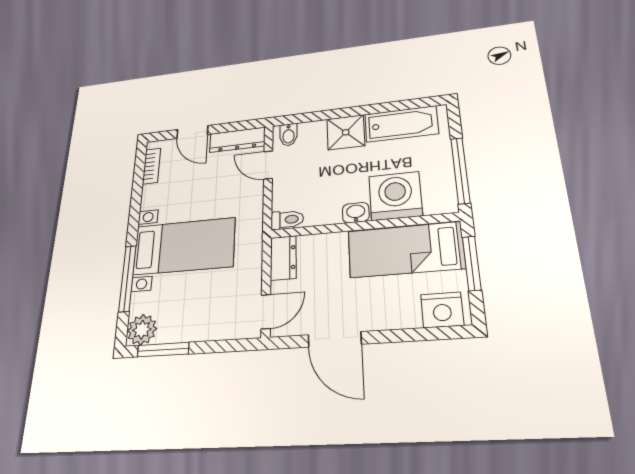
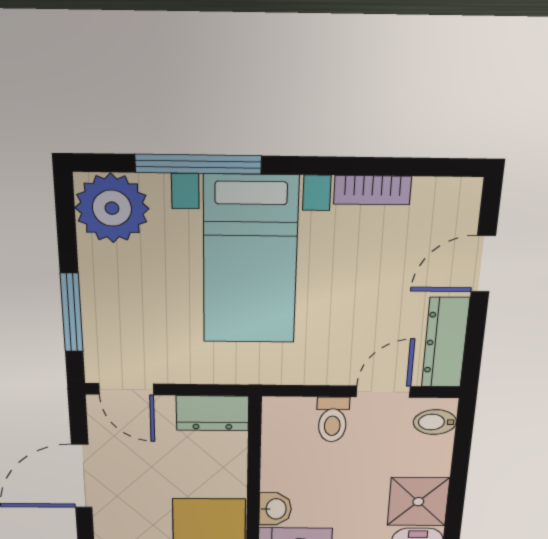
bookcase: (152, 166) -> (372, 190), moved
toilet: (287, 220) -> (333, 420), moved
plant: (142, 330) -> (112, 208), width x1.36, depth x1.36
window: (163, 350) -> (72, 313), moved

